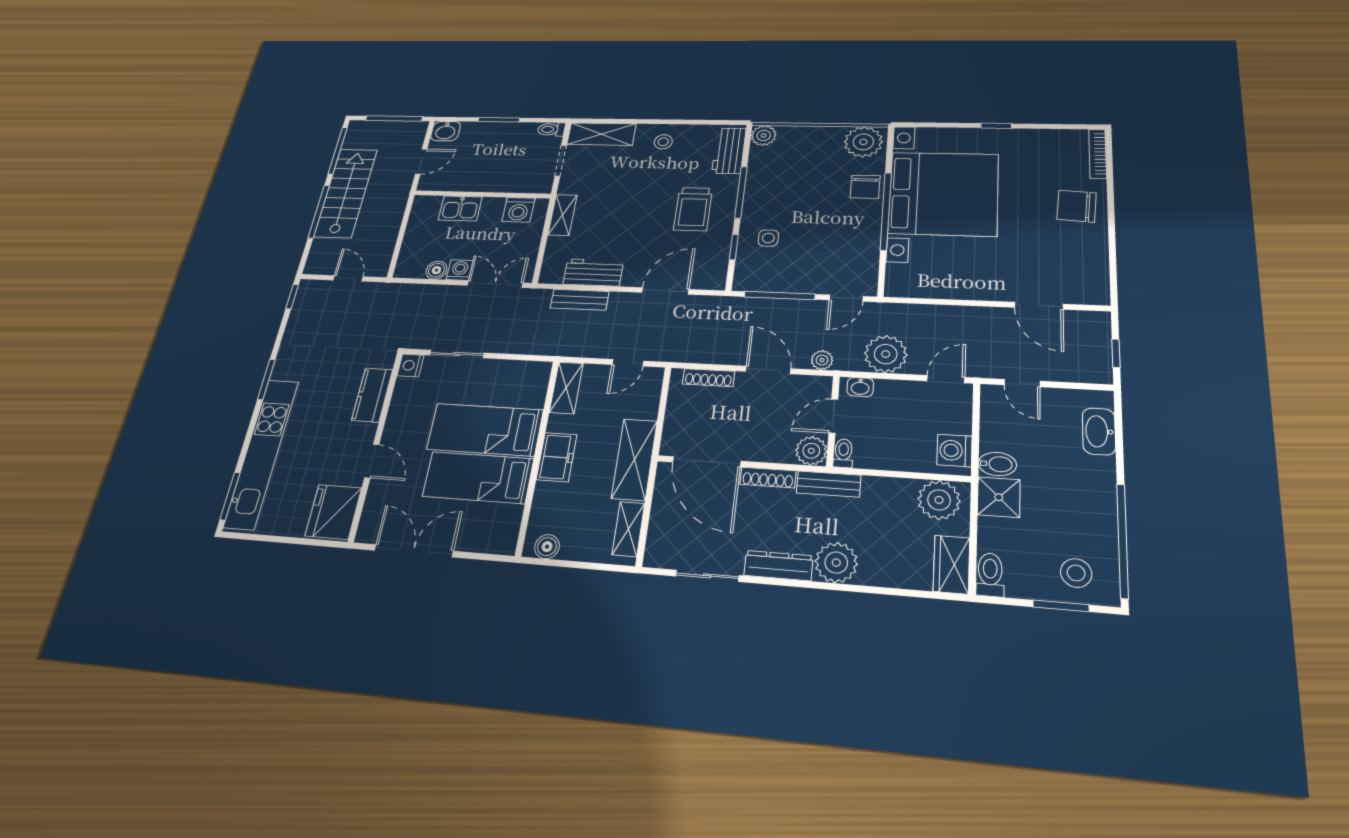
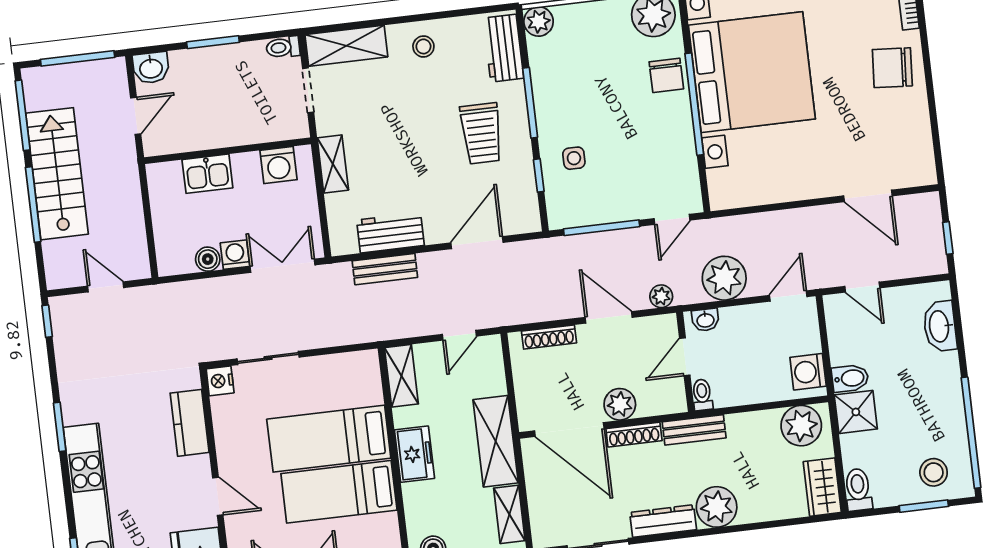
plant: (811, 451) -> (620, 404), moved

